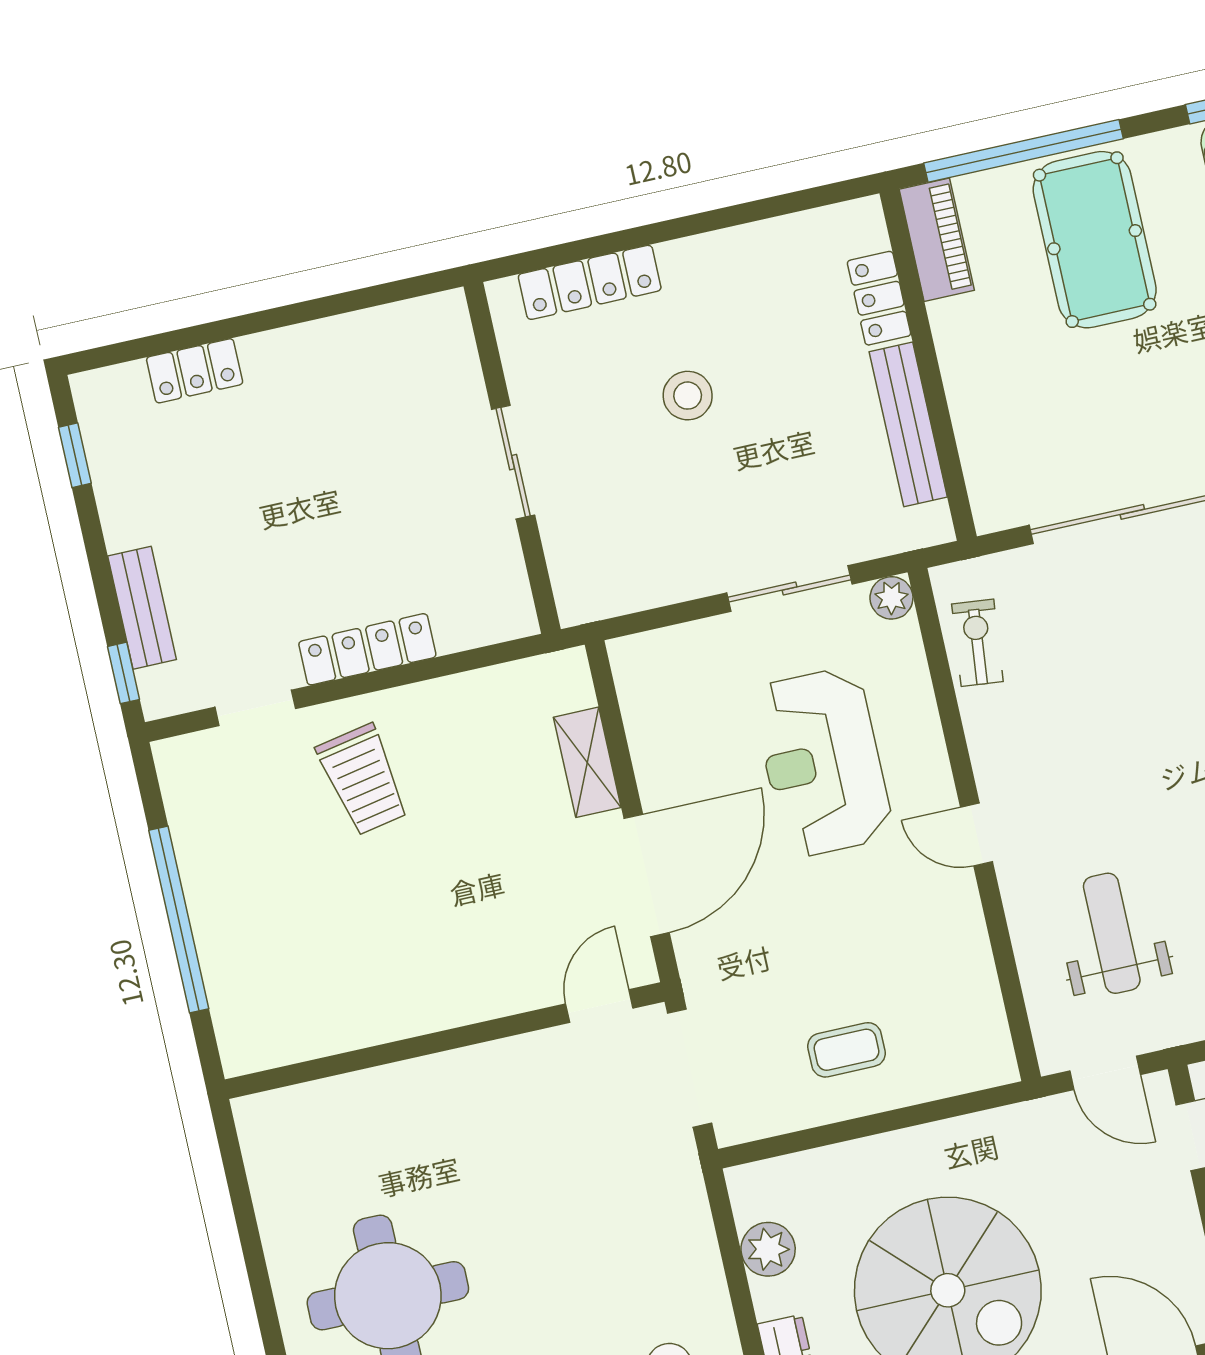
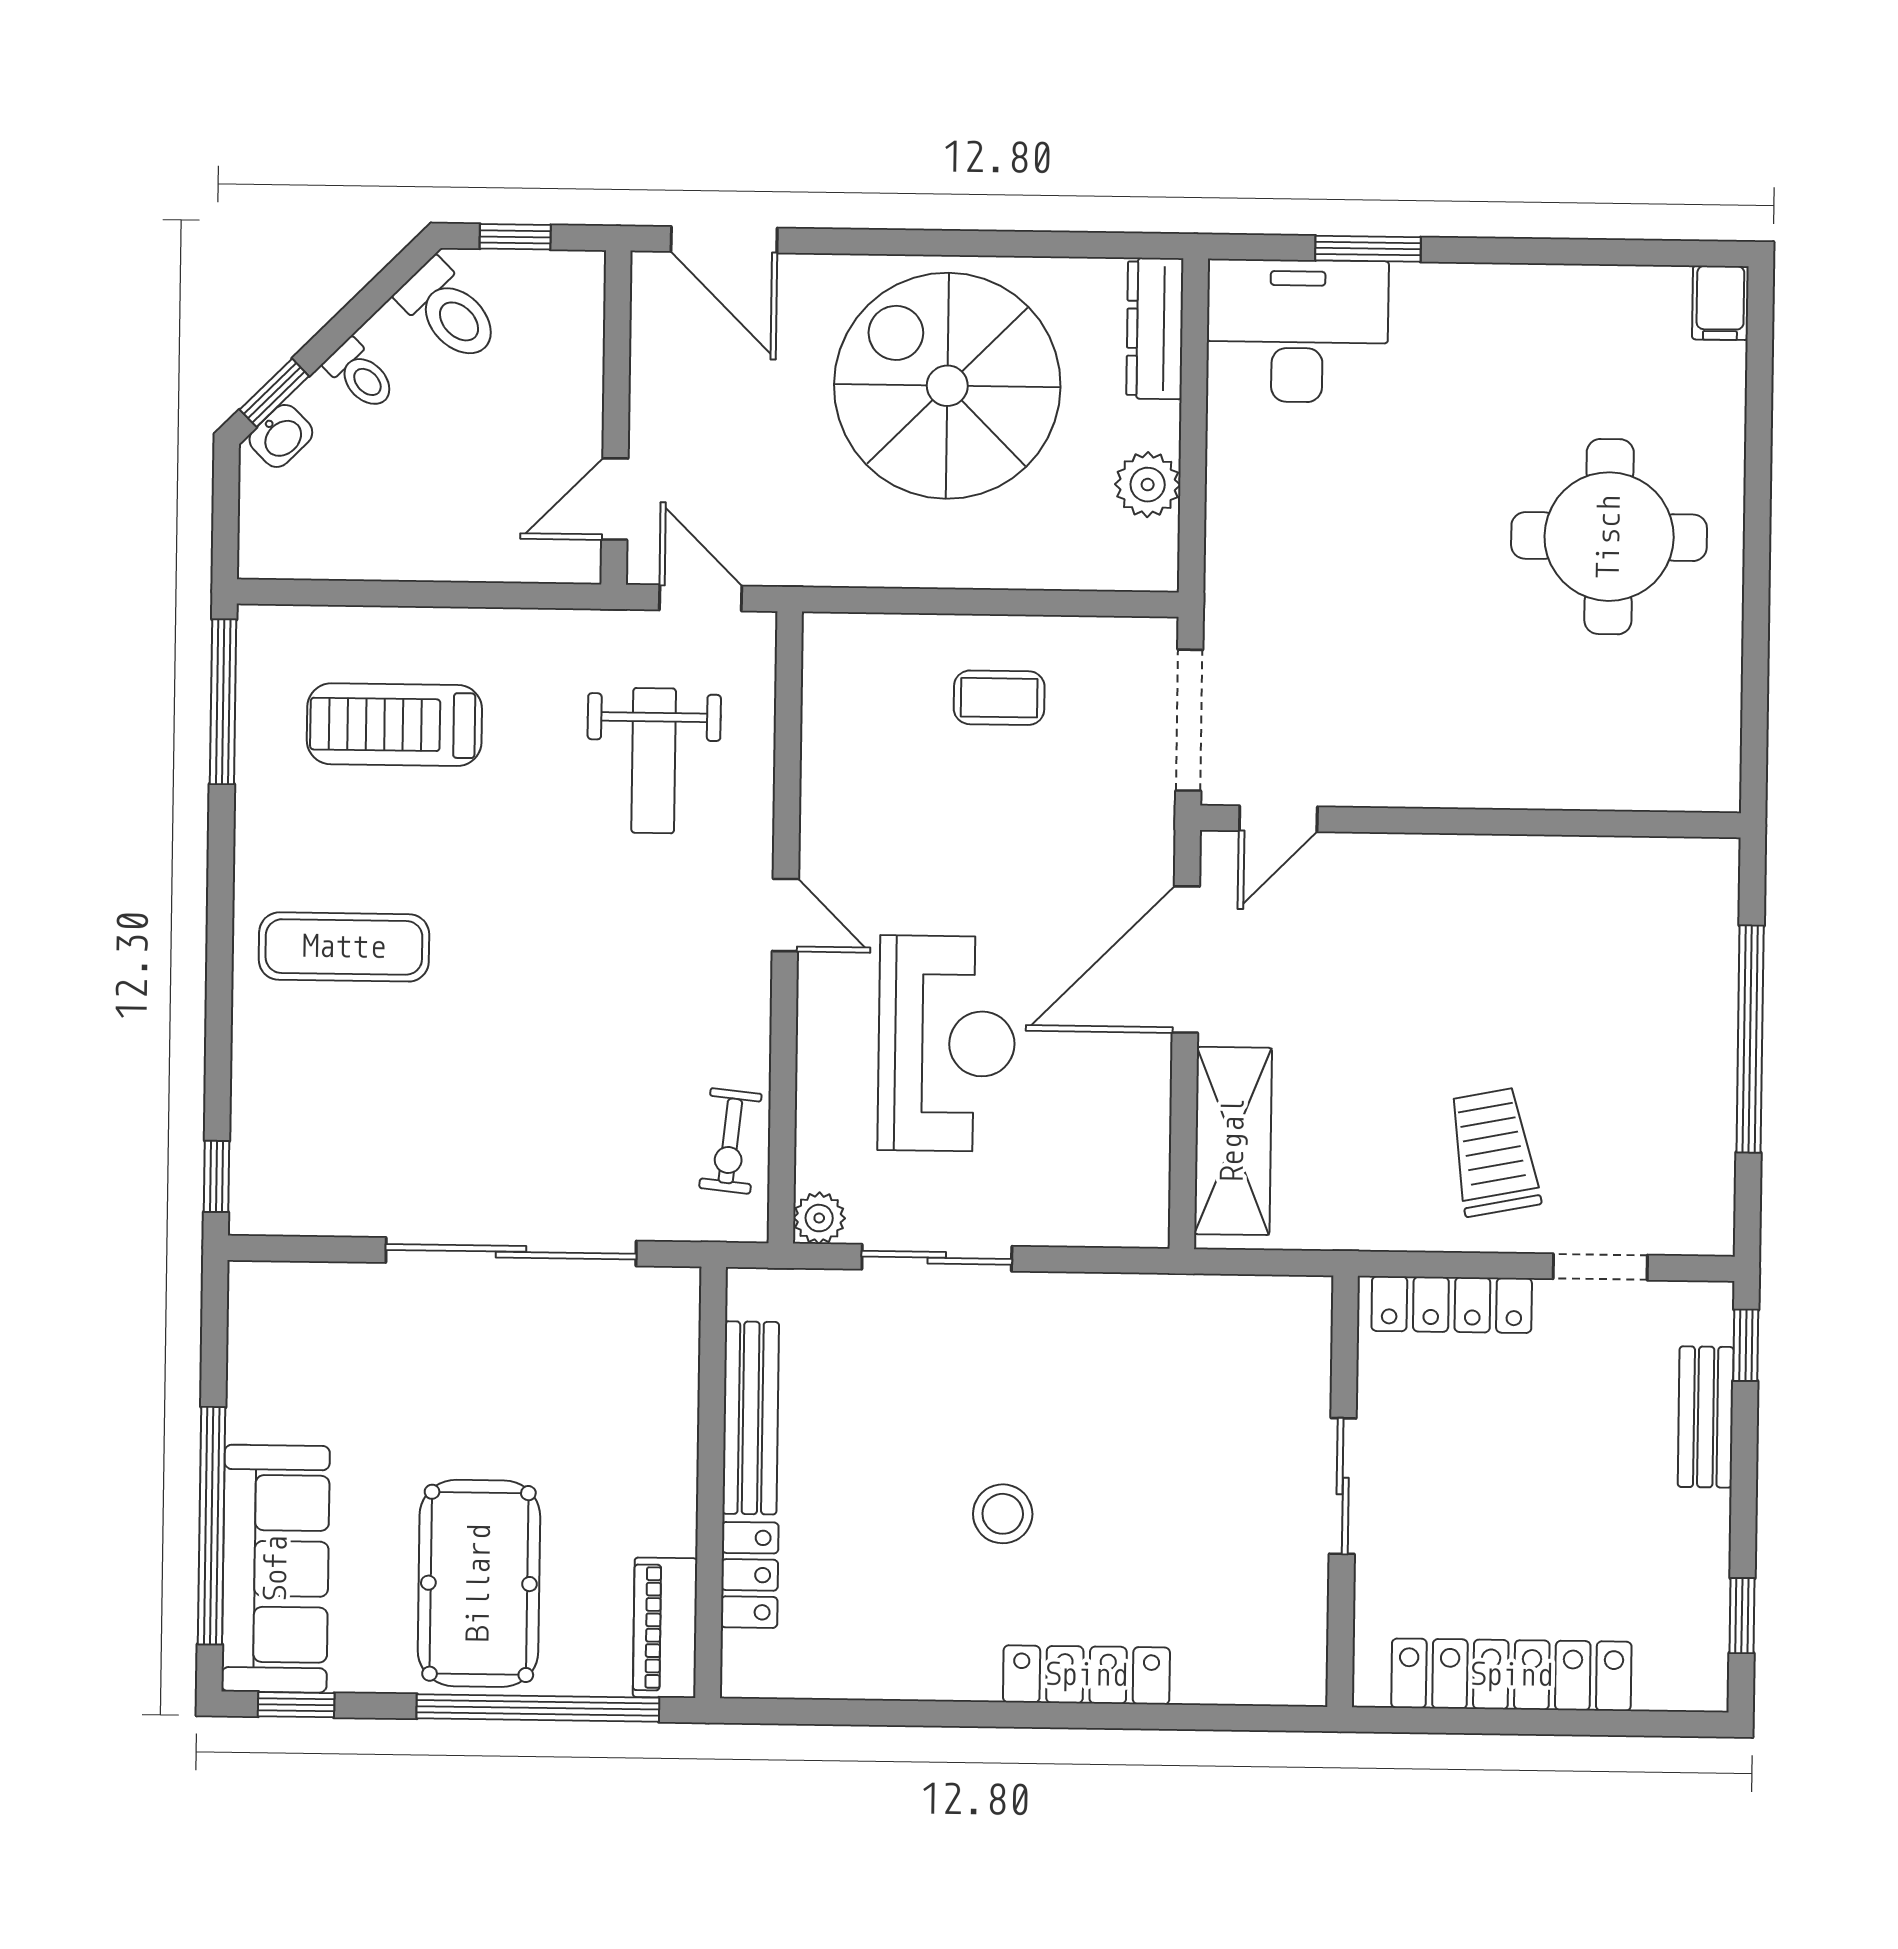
locker: (195, 371) -> (1511, 1675), width x2.16, depth x1.21
wall: (512, 458) -> (1343, 1491), moved
sliding door: (513, 462) -> (1343, 1486), moved
shelving: (587, 762) -> (1233, 1141), width x1.50, depth x1.33

